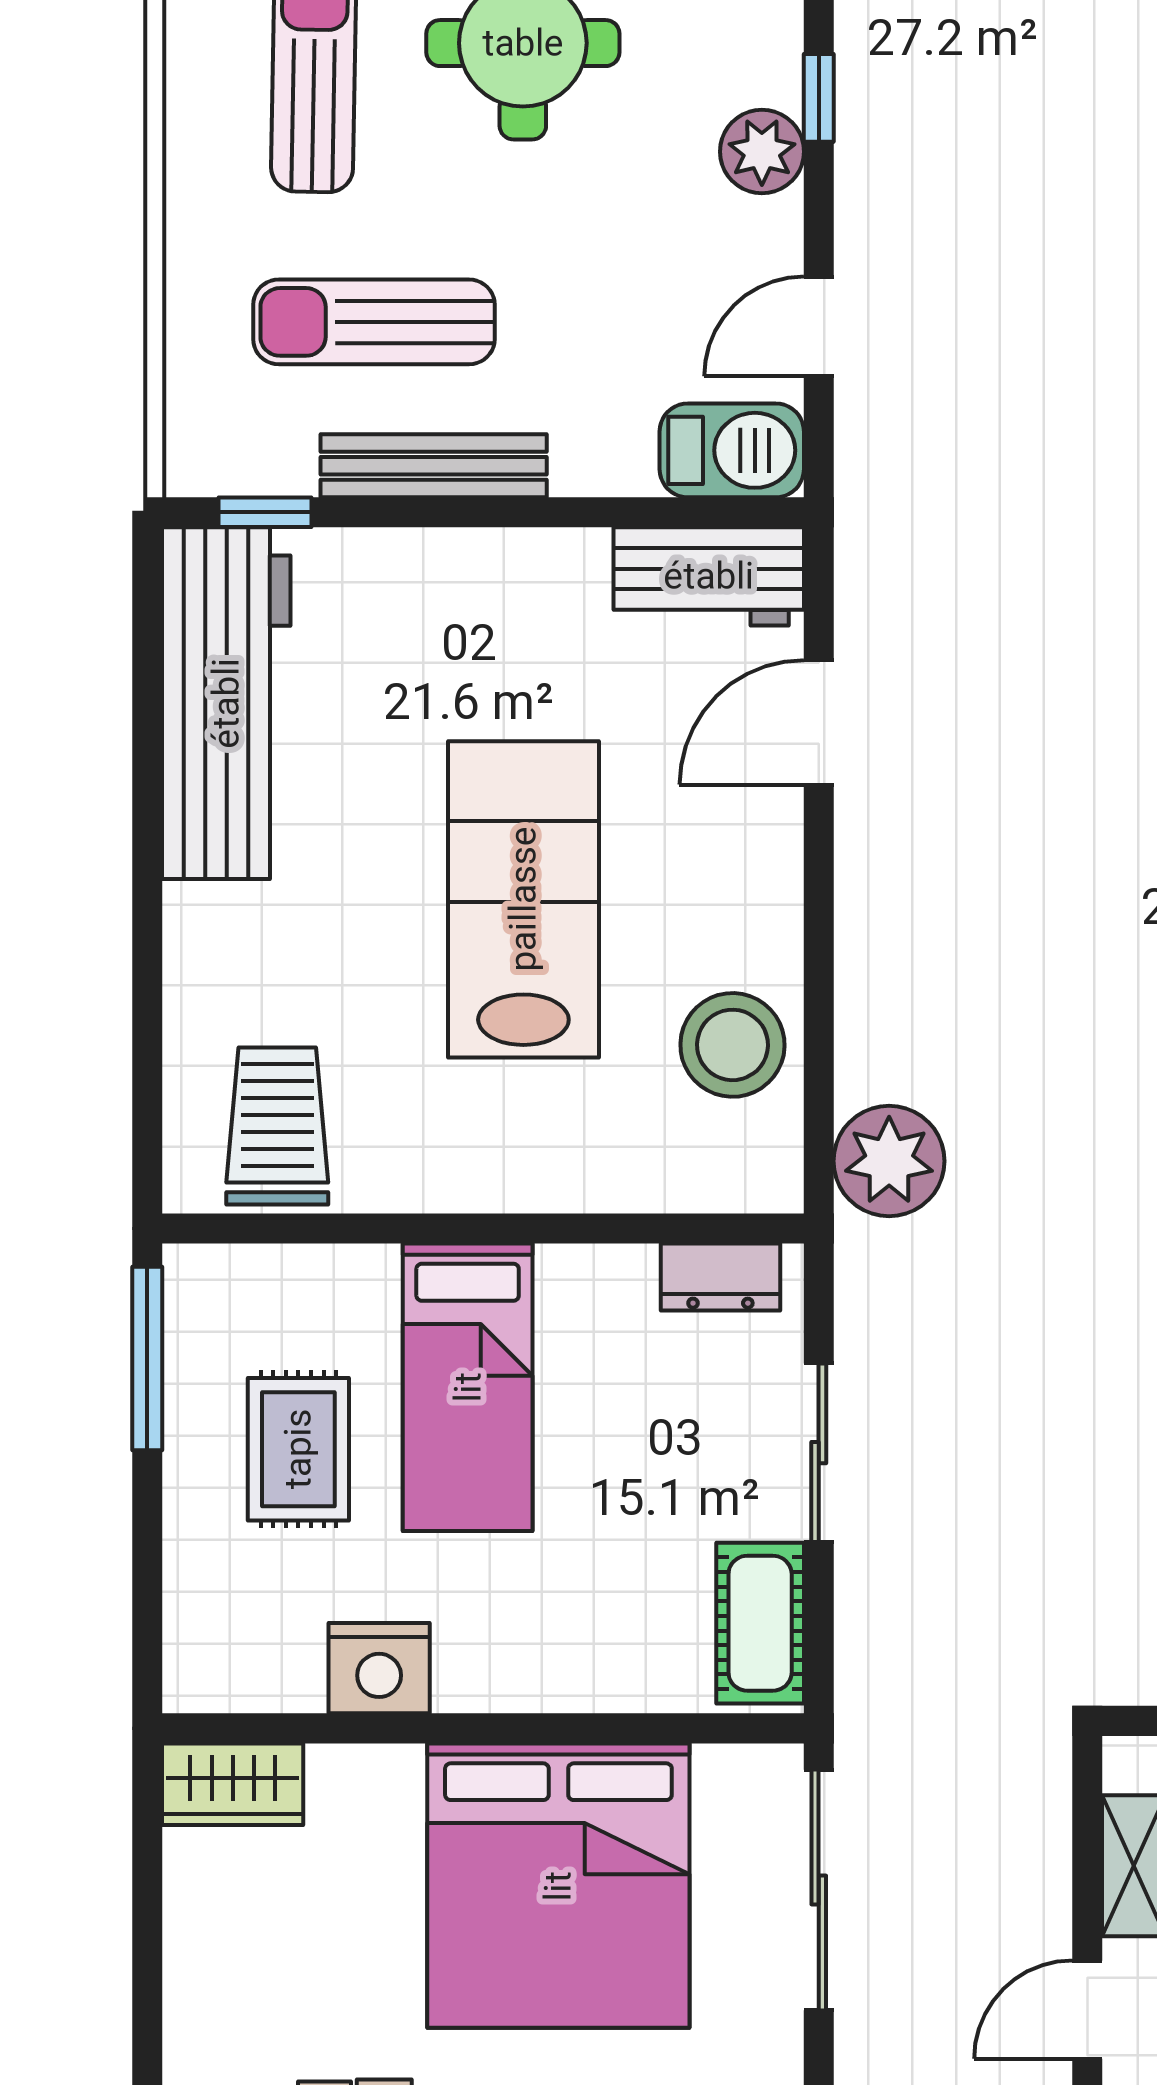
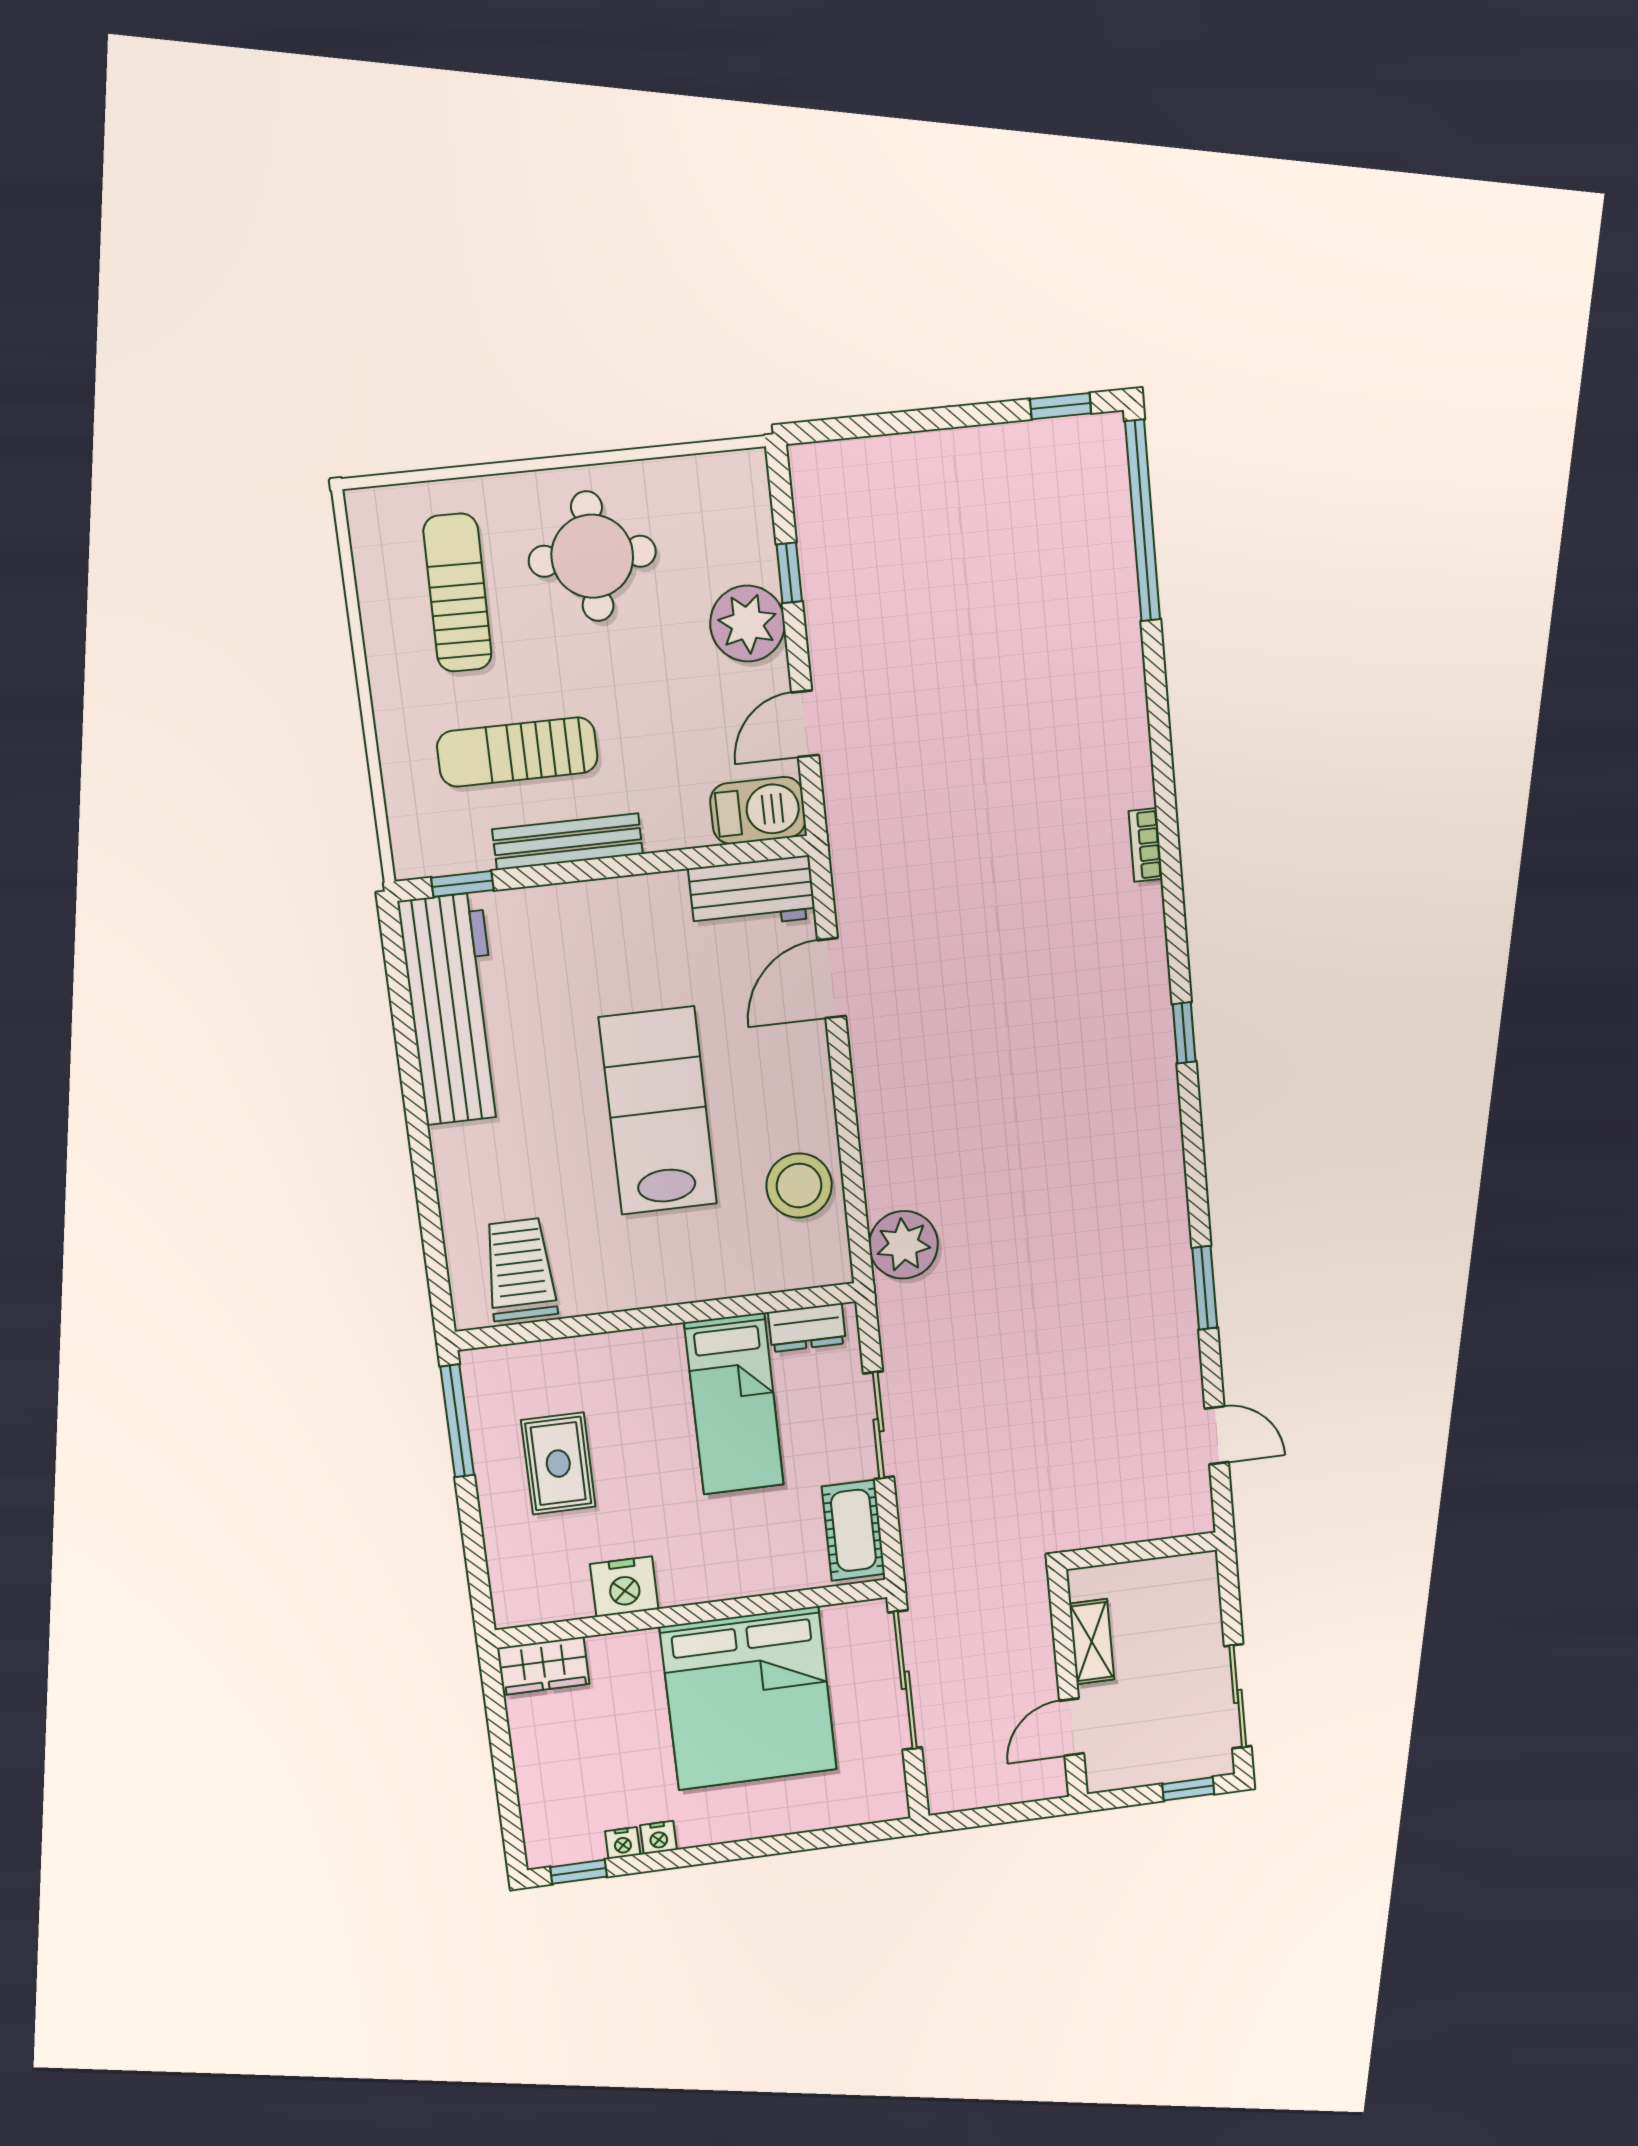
plant: (762, 152) -> (747, 624), width x1.36, depth x1.36
bed: (468, 1387) -> (734, 1404), moved

